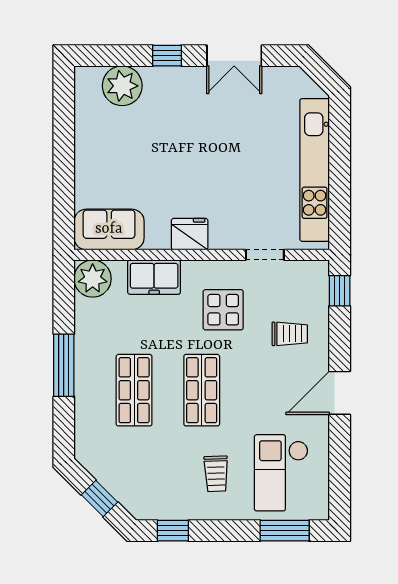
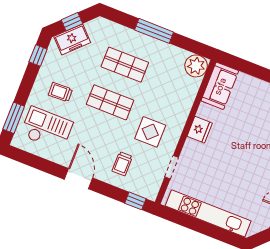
freezer: (154, 277) -> (72, 39), moved, turned -135

